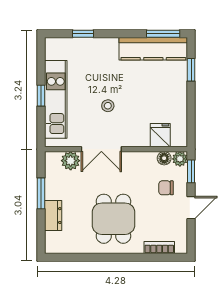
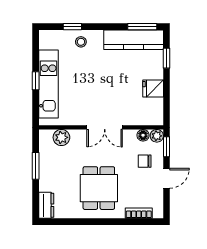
stool: (108, 106) -> (81, 42), moved
fridge: (160, 135) -> (153, 89), moved, turned -90
double door: (101, 149) -> (105, 127), moved
dresser: (53, 216) -> (46, 205), moved

